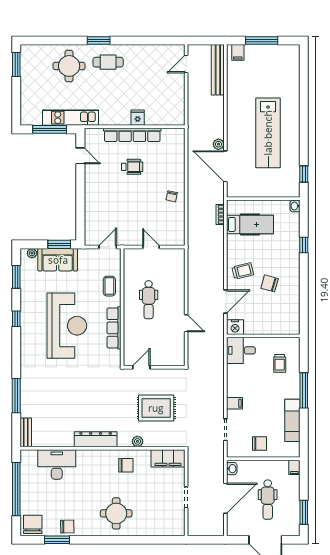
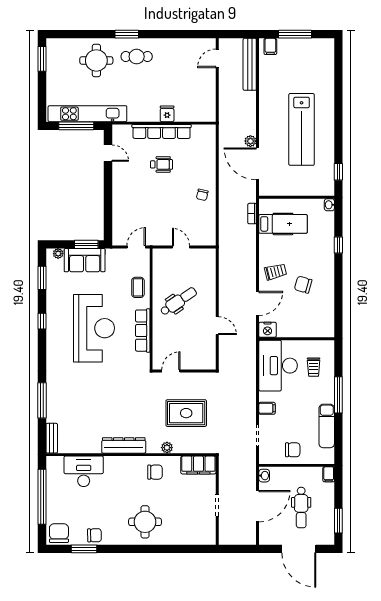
kitchen unit: (71, 118) -> (87, 114), width x1.36
dental chair: (149, 300) -> (178, 301), turned -124
desk: (241, 350) -> (278, 366), width x1.87, depth x1.30

